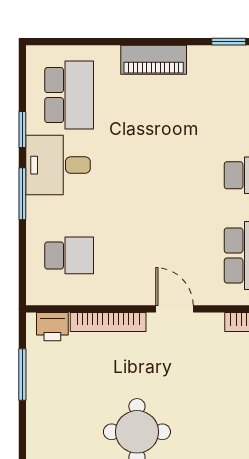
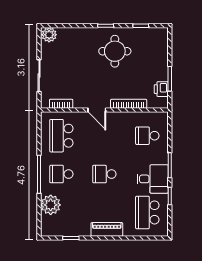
school desk: (159, 175) -> (104, 174), added
printer: (52, 327) -> (161, 89), moved, turned -90

